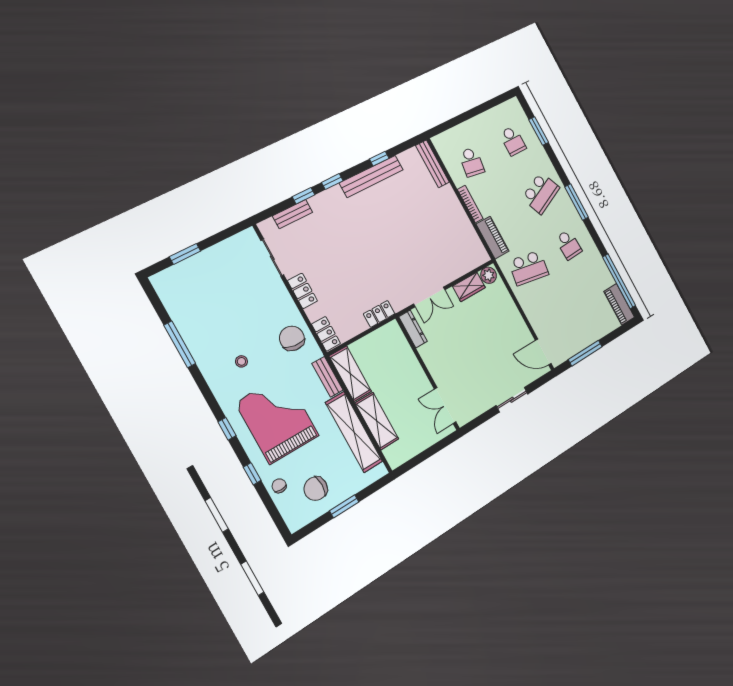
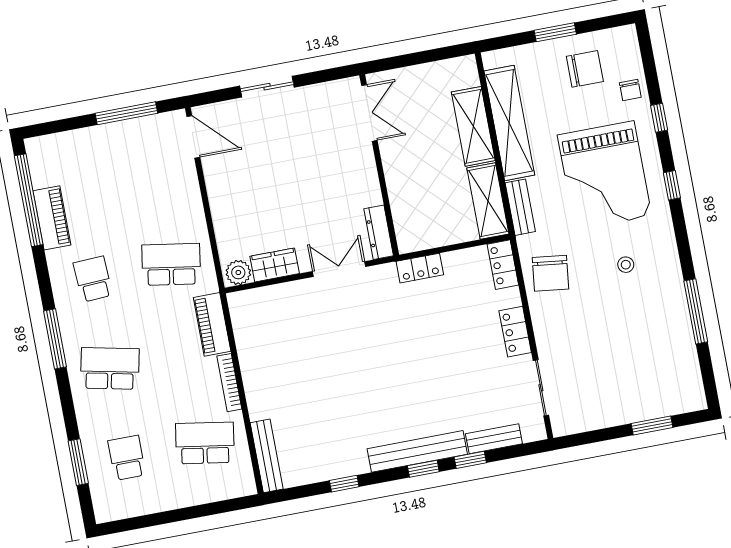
school desk: (472, 162) -> (205, 443), width x1.85
bench: (371, 176) -> (417, 451), moved
school desk: (541, 193) -> (110, 368), turned 36
piano: (619, 304) -> (52, 218), moved

